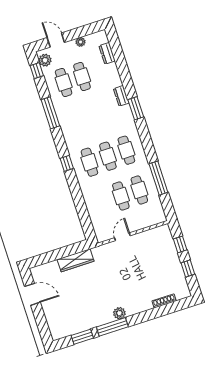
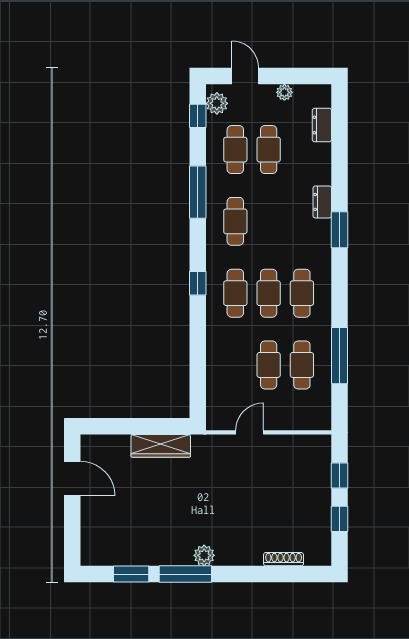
cafe table: (77, 122) -> (235, 221), added

